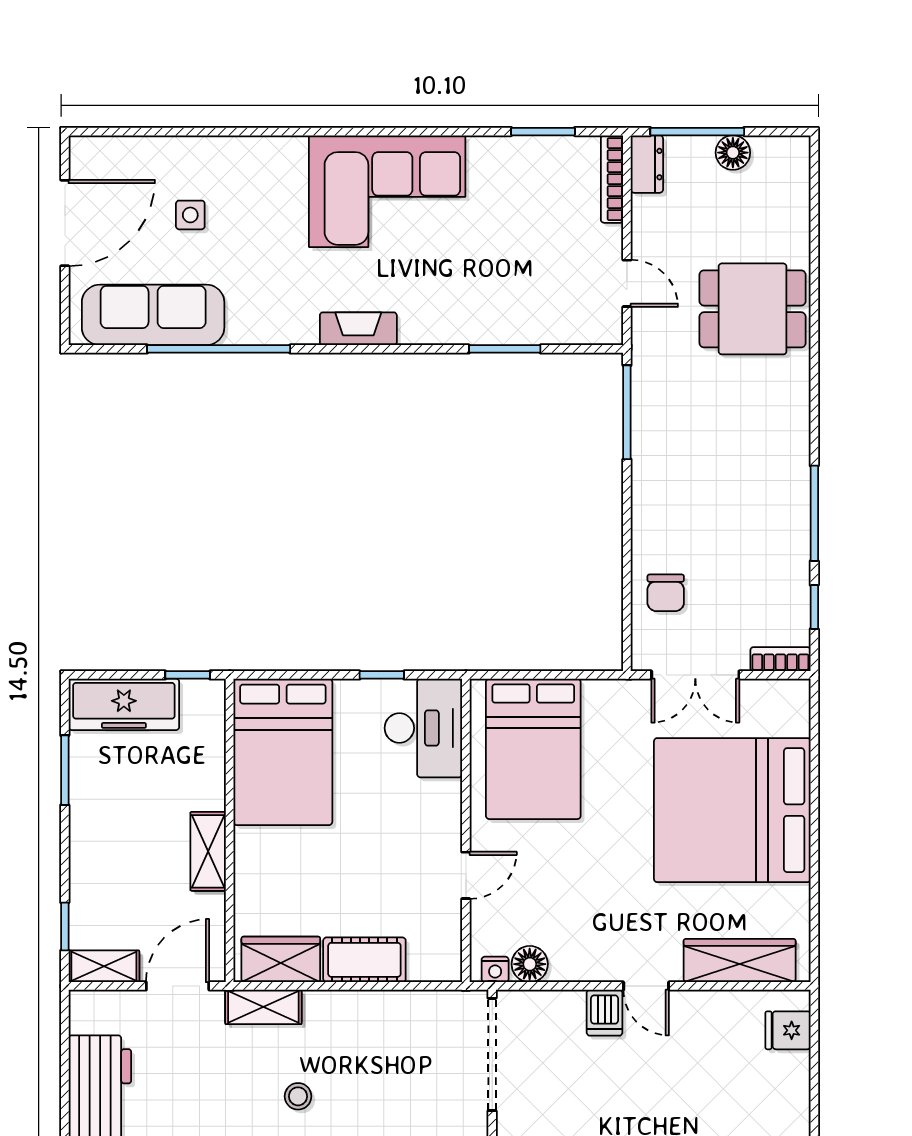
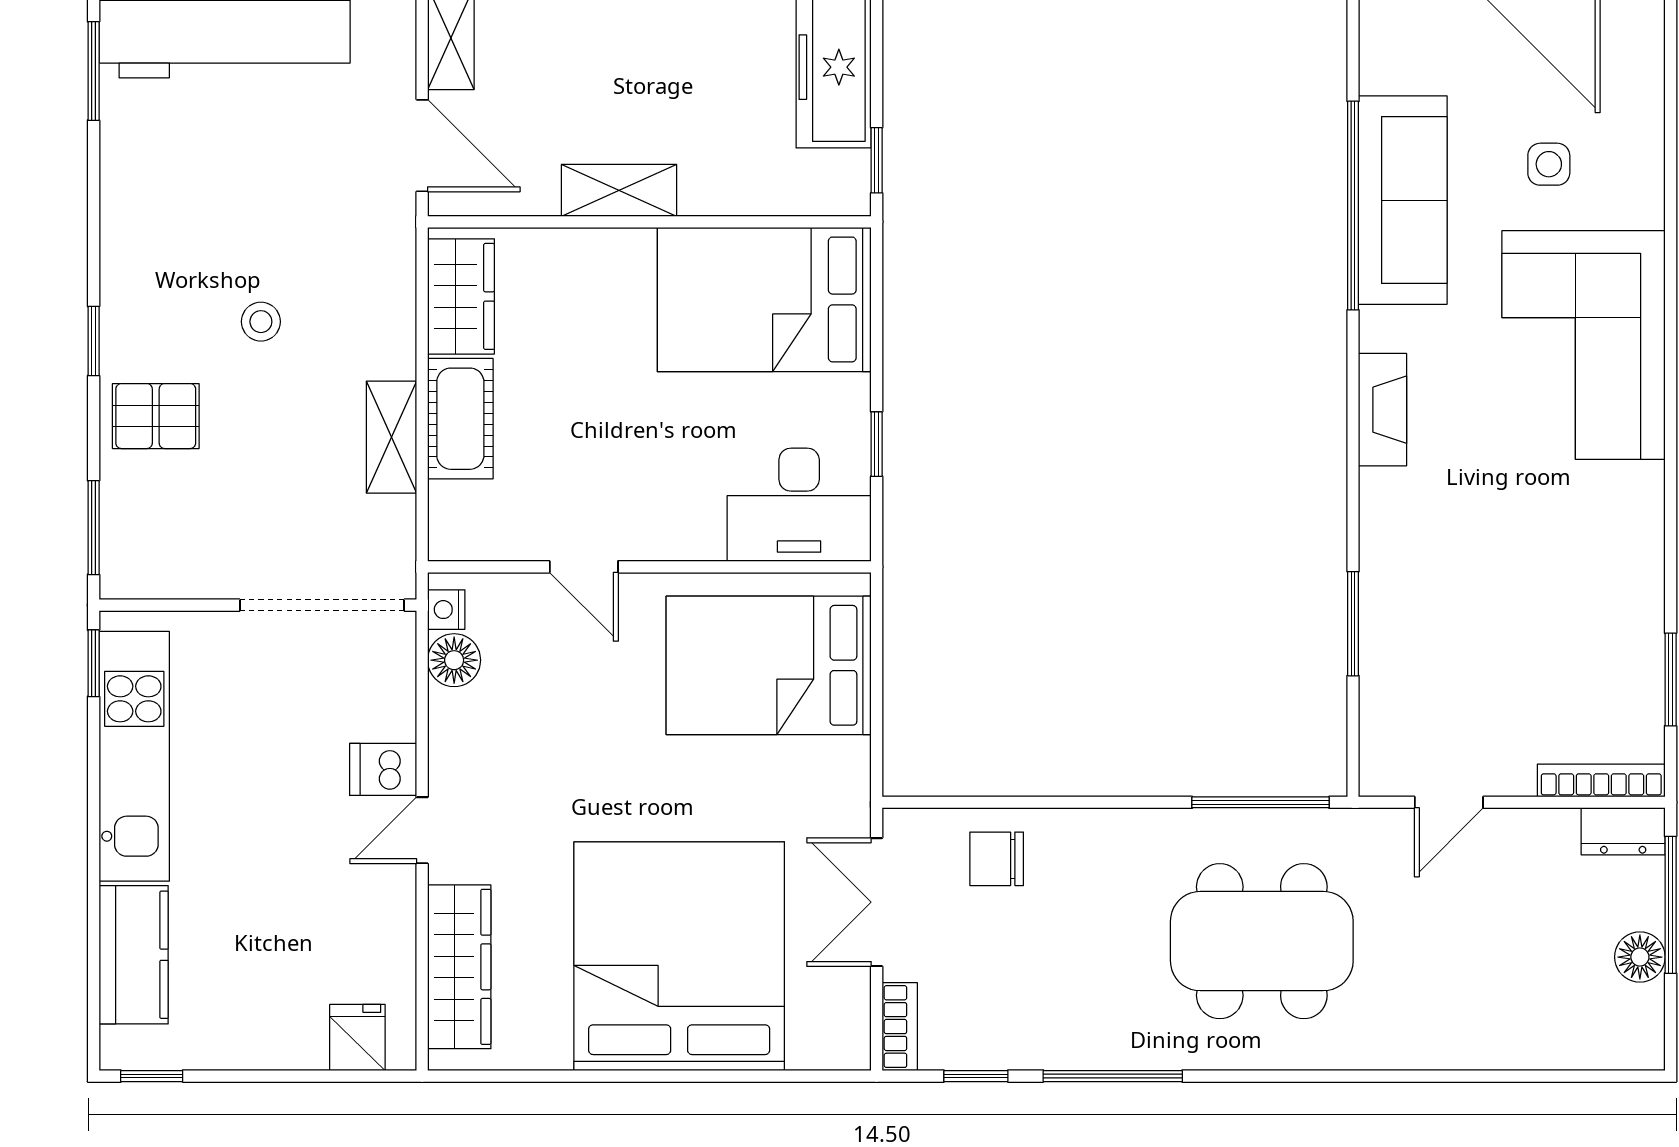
corner sofa: (387, 191) -> (1584, 345), moved
dining table: (753, 309) -> (1262, 941), moved, width x1.38
sofa: (153, 315) -> (1403, 200), moved
shelving: (263, 1007) -> (391, 437), moved

